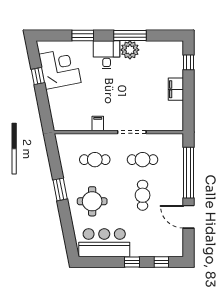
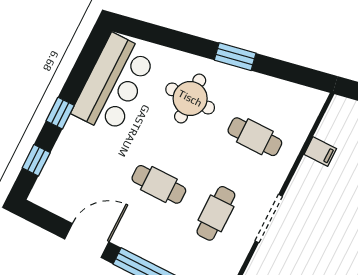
filing cabinet: (98, 124) -> (320, 151), moved
cafe table: (95, 160) -> (255, 137), turned 90

